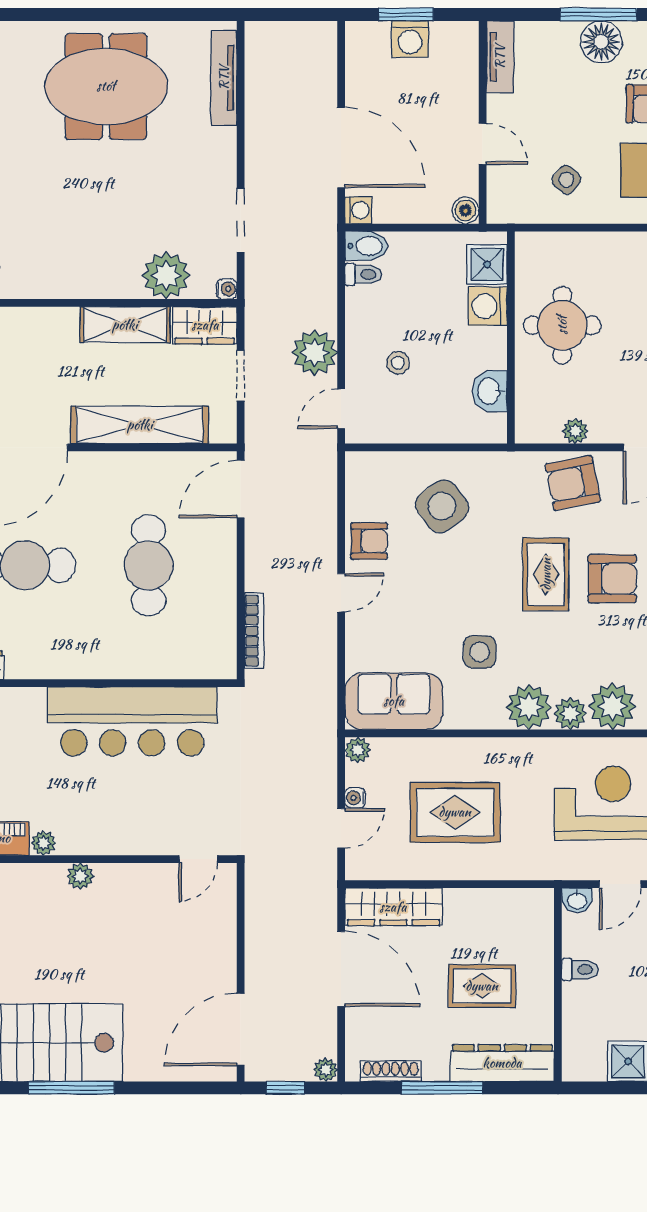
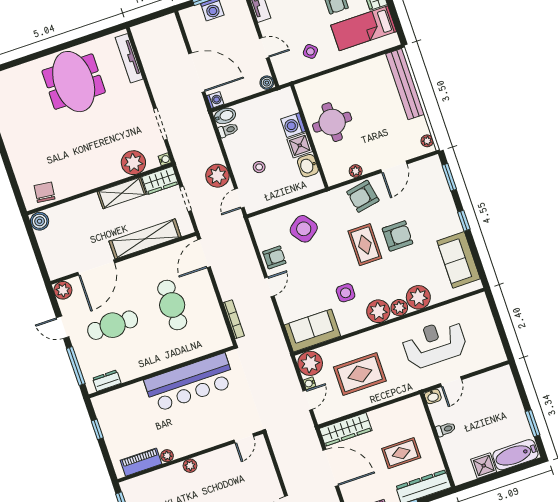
meeting table: (106, 86) -> (74, 82), turned 90
shower: (487, 264) -> (300, 145), moved
plant: (358, 750) -> (310, 363), width x1.87, depth x1.87

